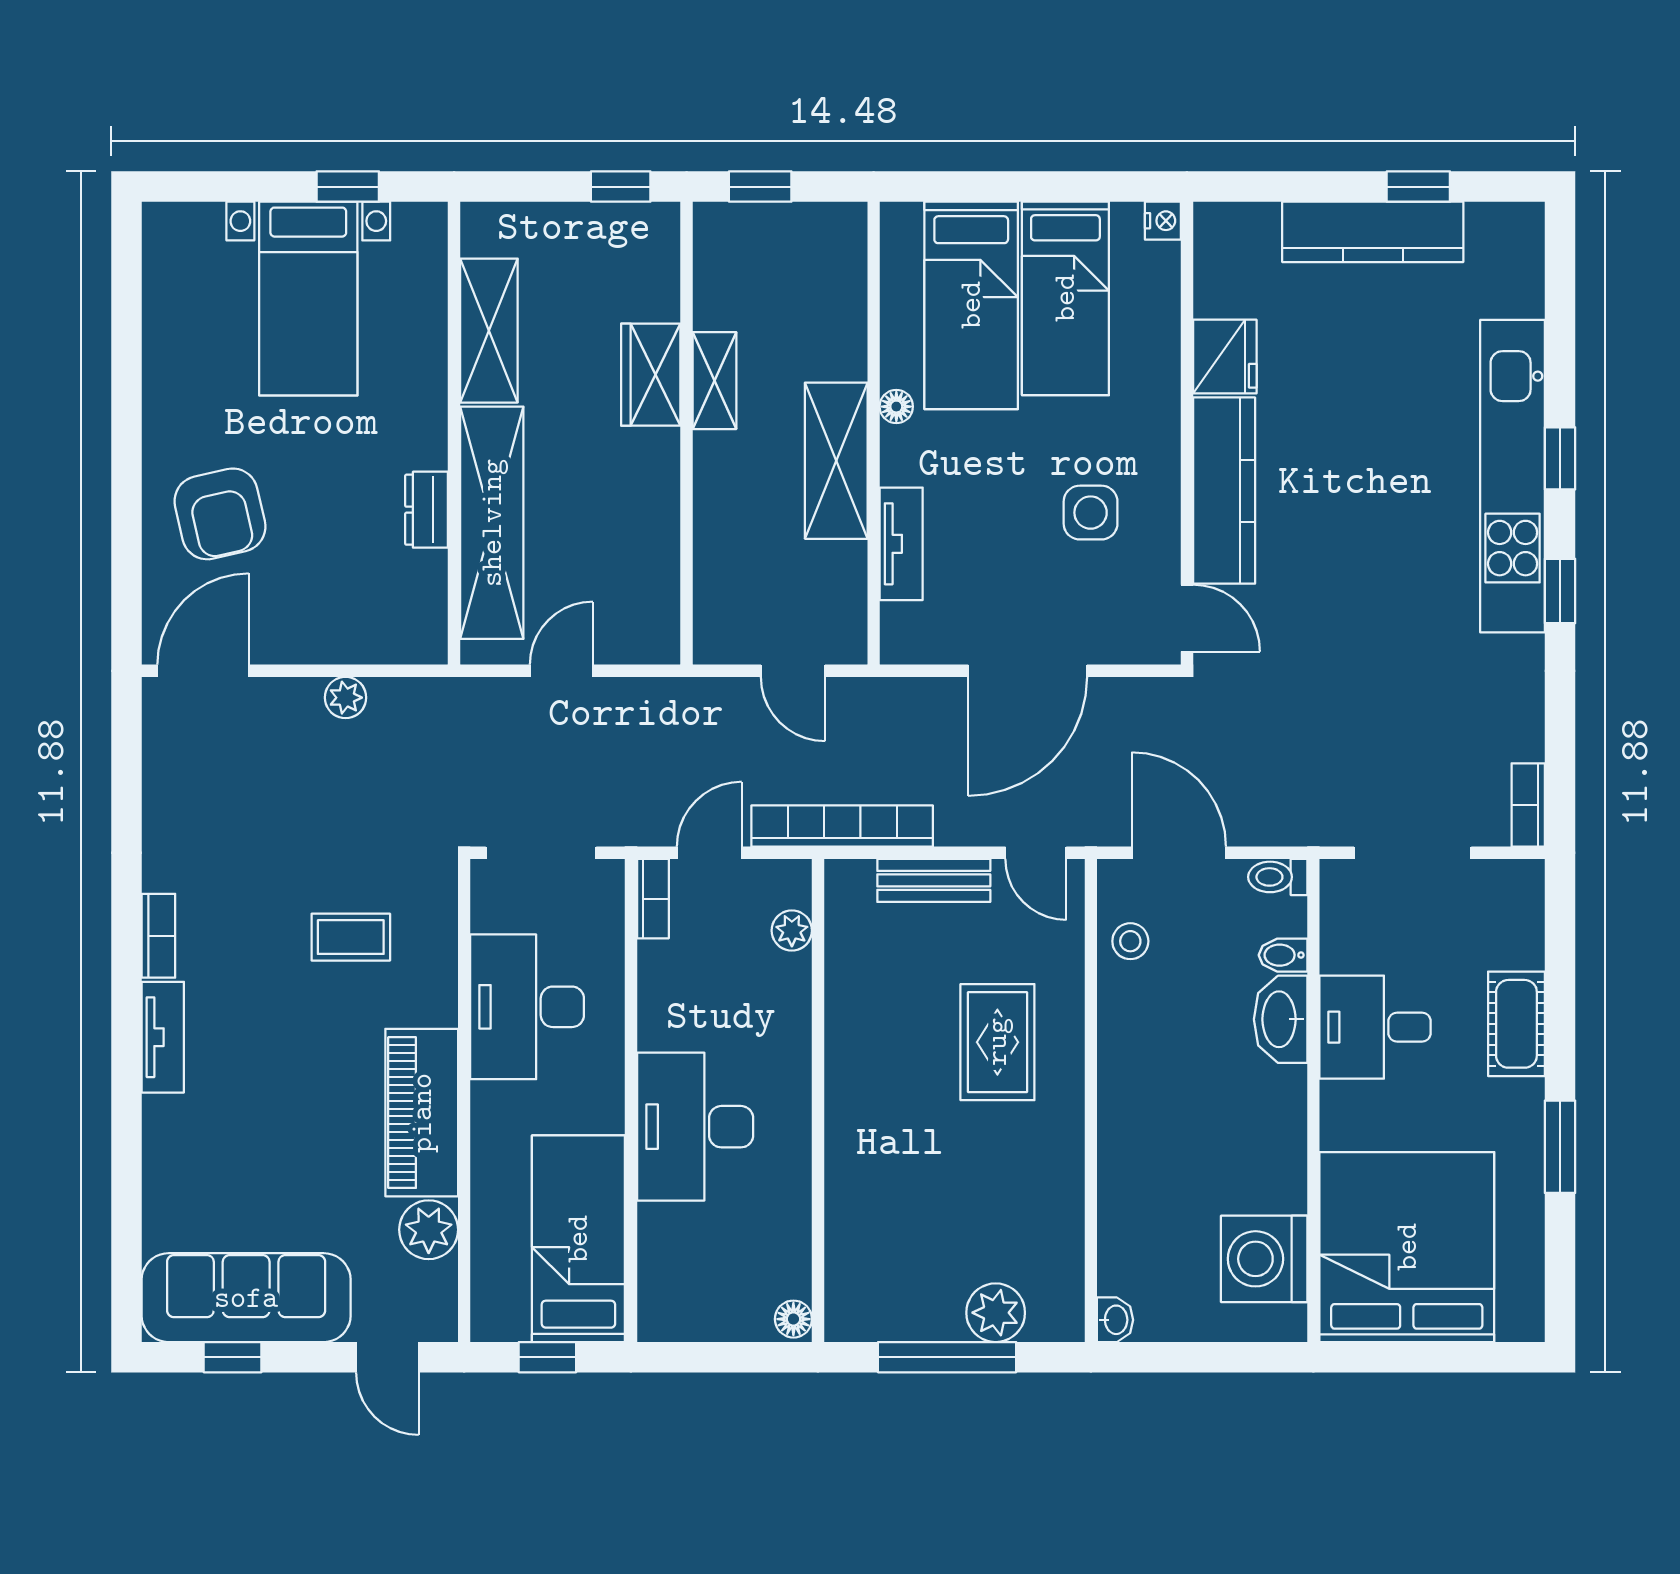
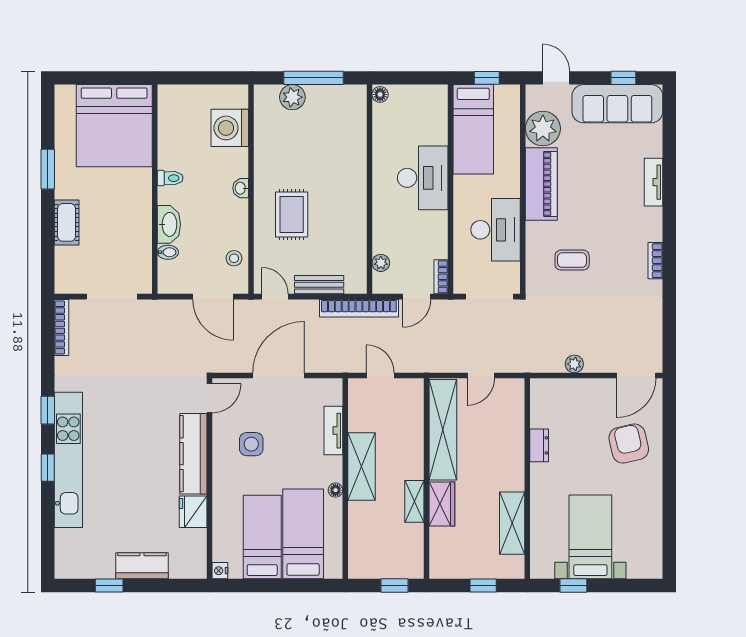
window: (621, 187) -> (483, 585), moved
kitchen counter: (1373, 232) -> (142, 566), width x0.67
shelving: (492, 523) -> (443, 430), moved
door: (1187, 618) -> (209, 398), swing flipped
bookcase: (1528, 805) -> (62, 327), width x1.56
toilet: (1278, 877) -> (170, 178), moved
desk: (1375, 1027) -> (128, 221), removed
tv unit: (163, 1037) -> (654, 182), moved
plant: (429, 1230) -> (543, 129), width x1.36, depth x1.36
washing machine: (1264, 1259) -> (230, 128), moved, turned 180
washbasin: (1115, 1320) -> (241, 188), moved

